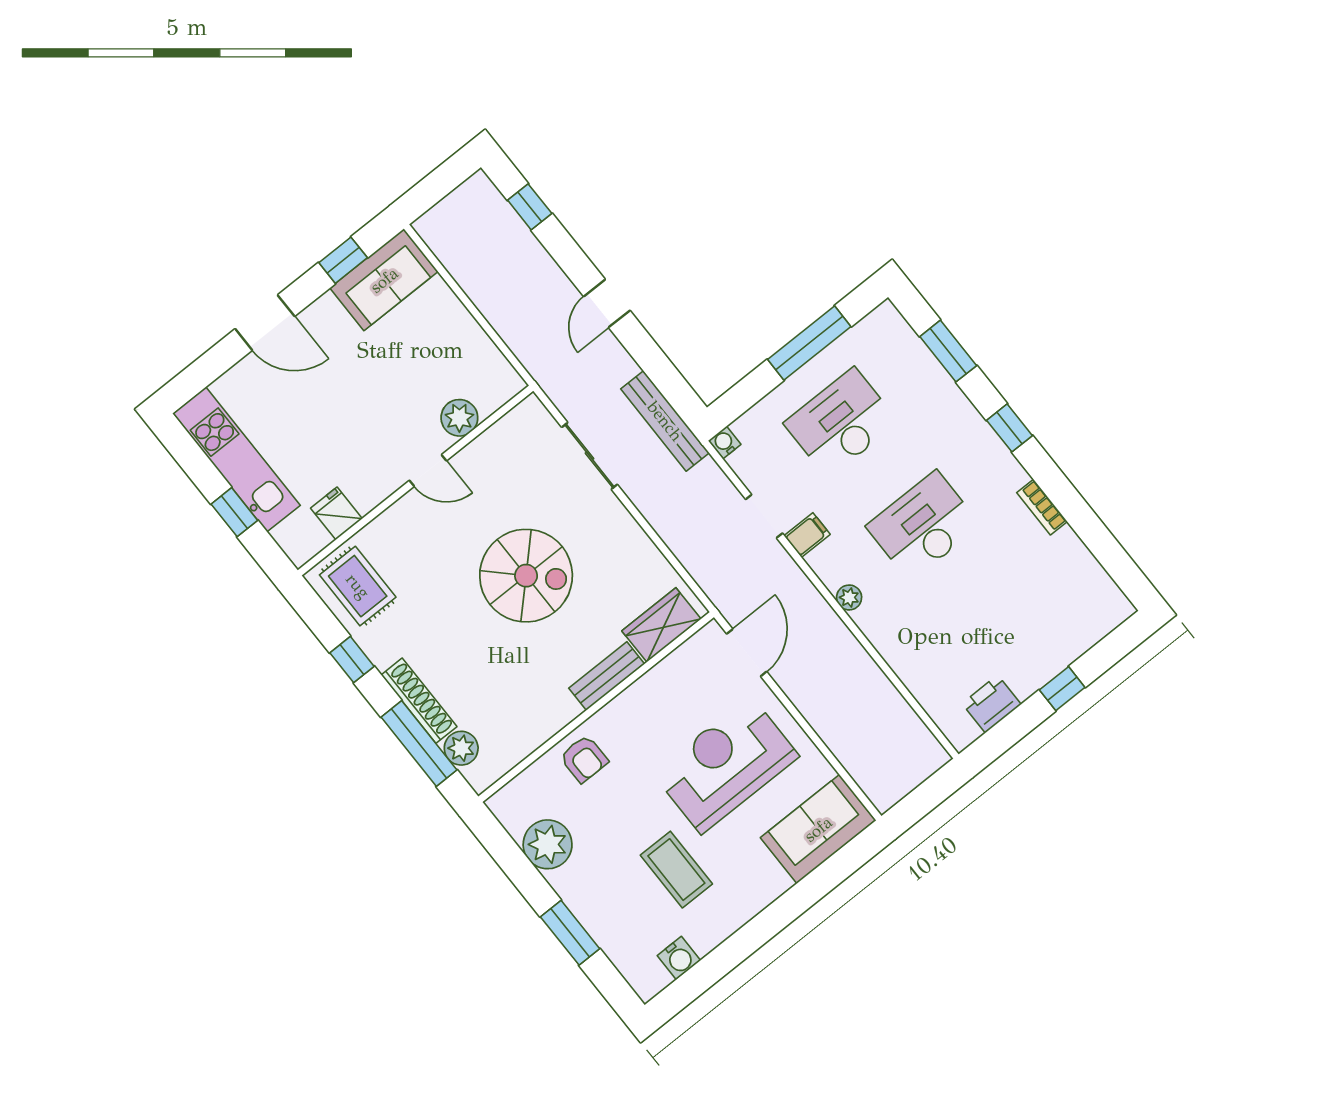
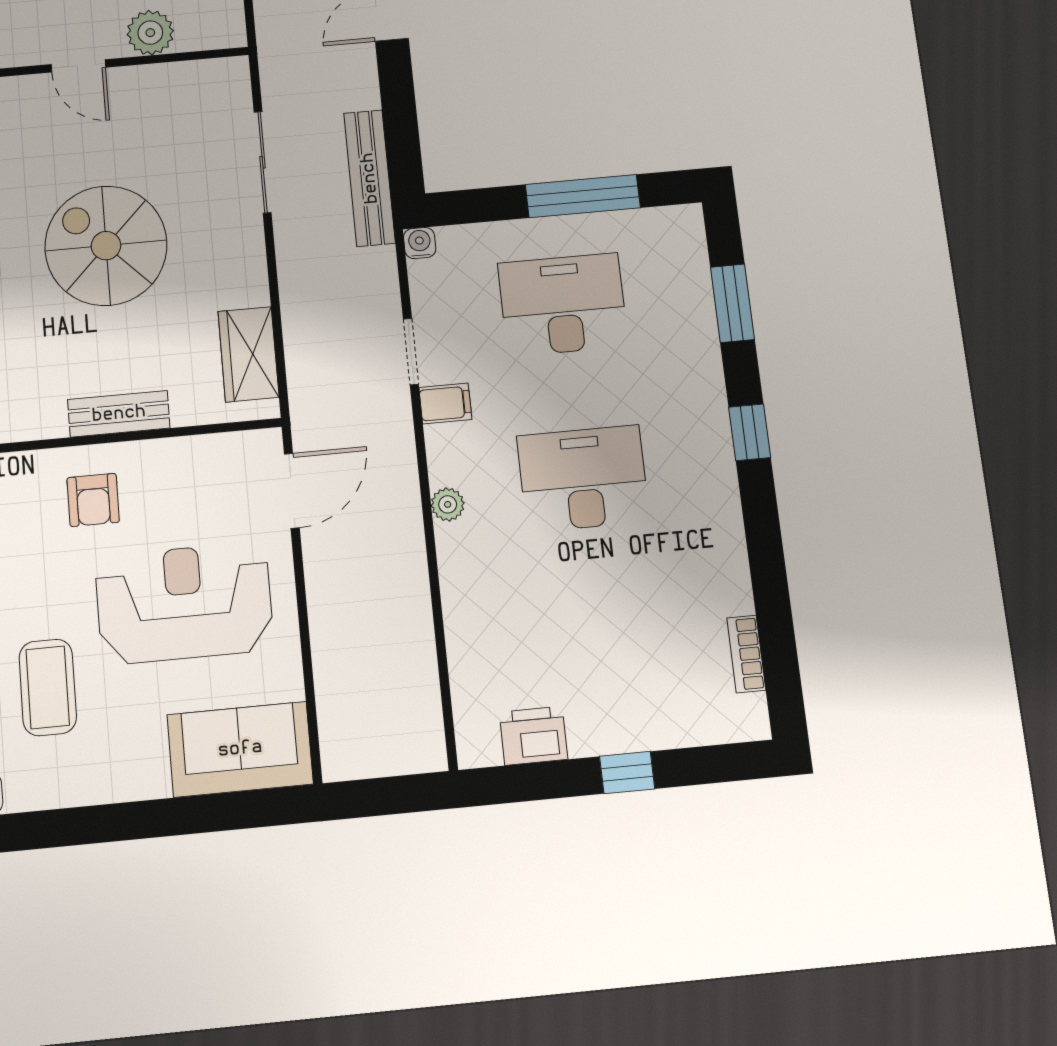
bookcase: (1042, 507) -> (746, 654), moved
spiral stairs: (526, 576) -> (106, 246), turned 180
wardrobe: (661, 625) -> (248, 354), moved, turned -90
armchair: (584, 759) -> (93, 500), moved

